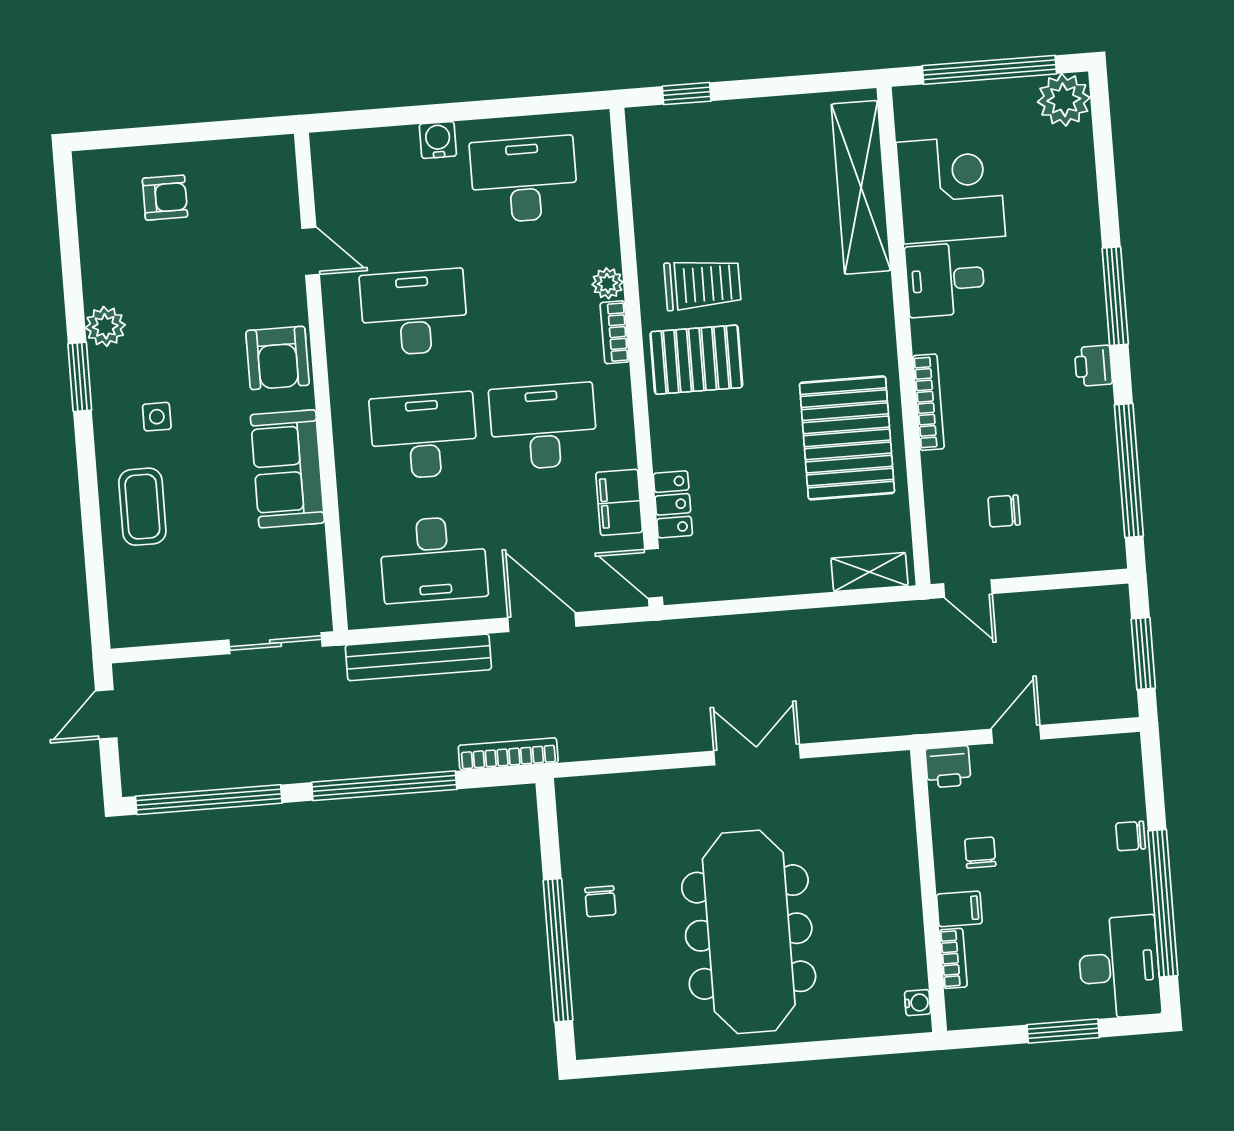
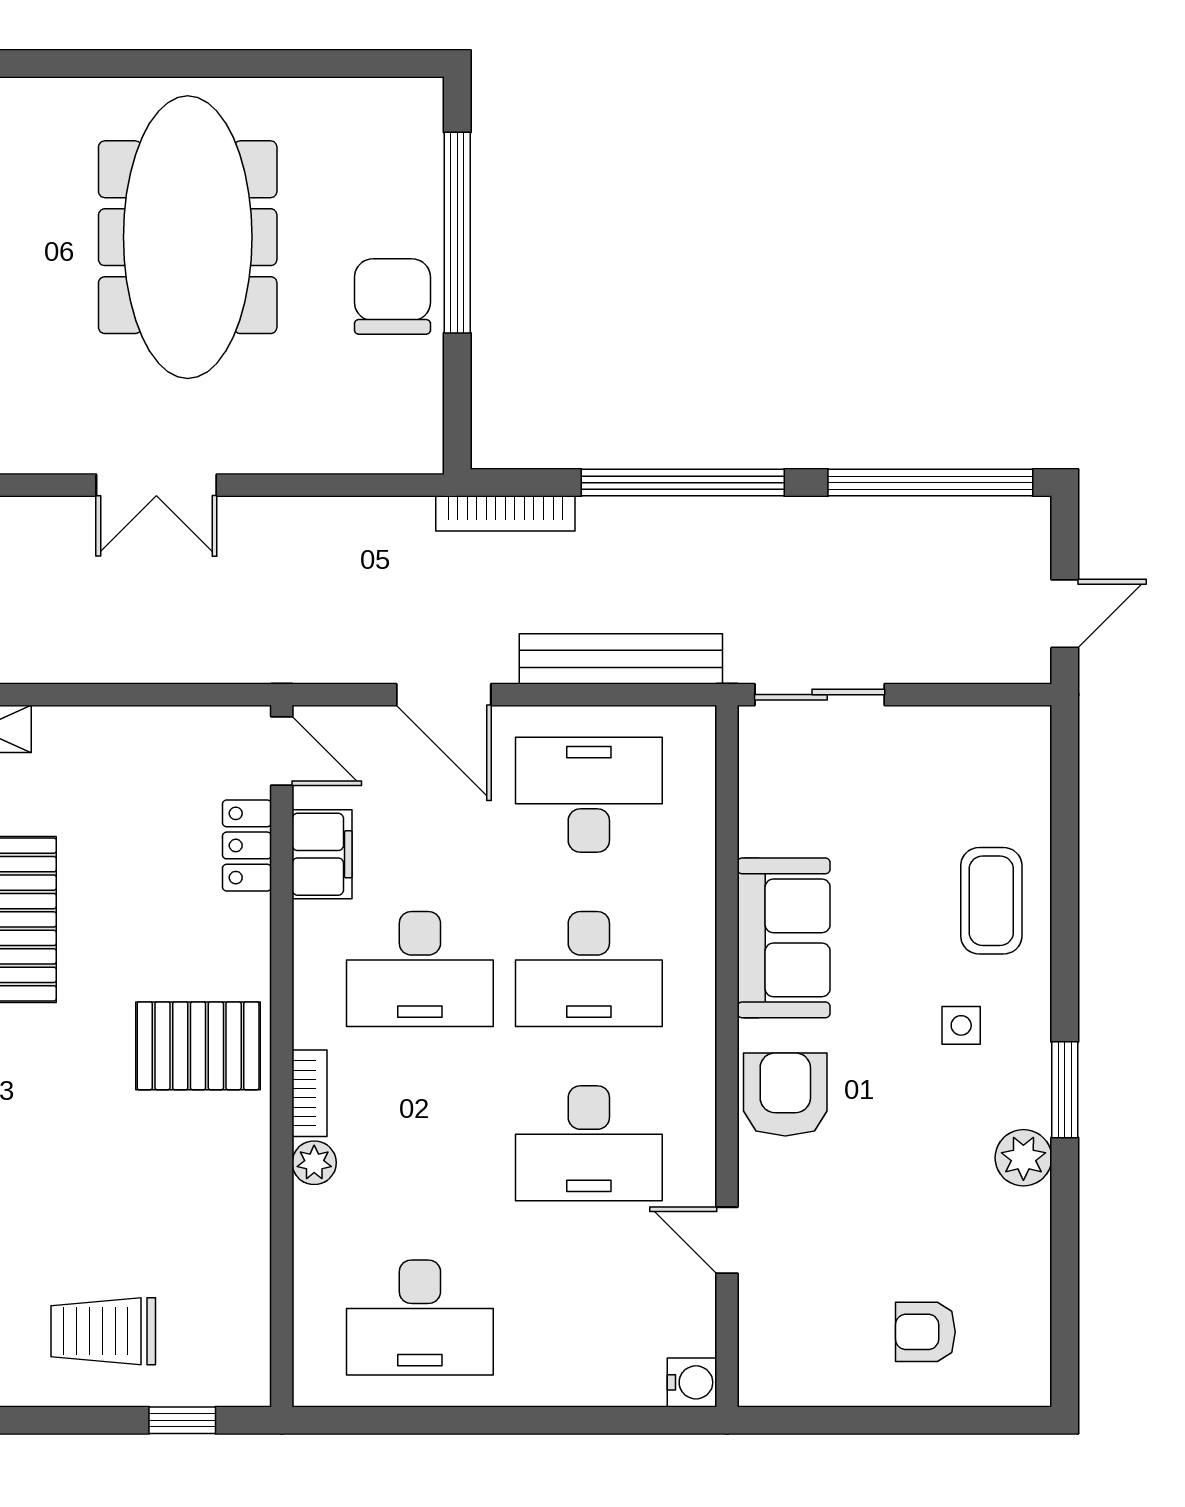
water cooler: (438, 140) -> (692, 1382), moved, turned -90
trolley: (702, 284) -> (103, 1331), moved
chair: (600, 901) -> (392, 297), width x1.87, depth x1.87

